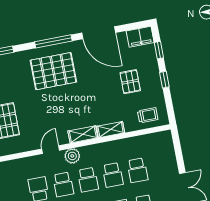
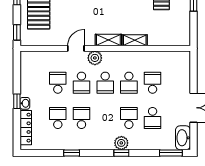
trolley: (148, 115) -> (172, 34), removed
school desk: (137, 170) -> (153, 83), turned 180

